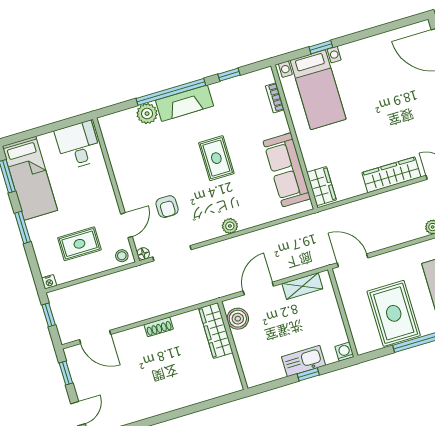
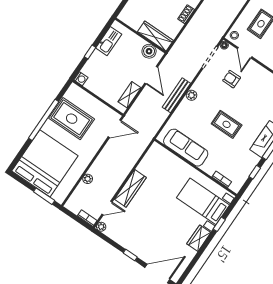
wardrobe: (321, 186) -> (199, 238), moved, turned 90
bench: (248, 241) -> (176, 95), added
kitchen sink: (304, 361) -> (109, 41), moved

